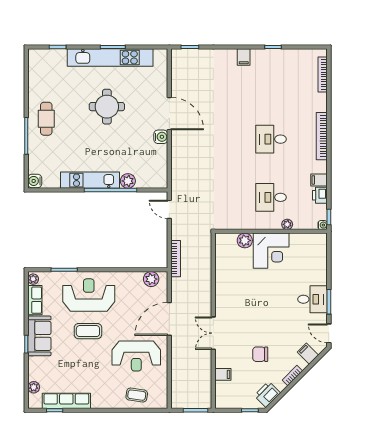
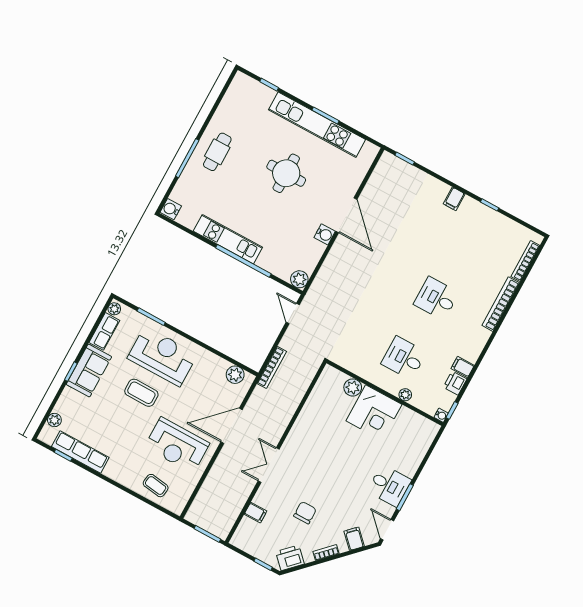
bookcase: (322, 136) -> (501, 304), moved
plant: (128, 181) -> (299, 279), moved
chair: (260, 354) -> (305, 513), turned 90

